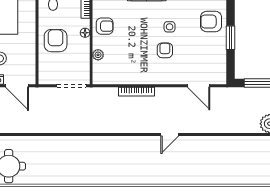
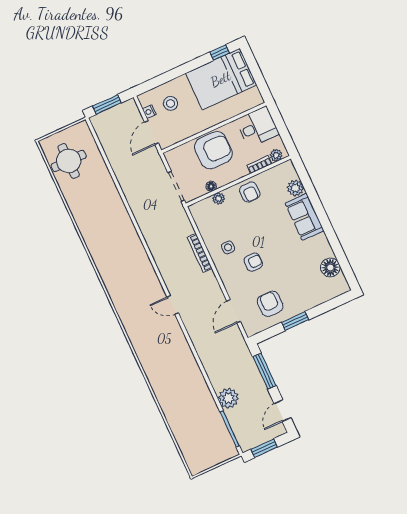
armchair: (211, 21) -> (270, 304), moved
side table: (170, 27) -> (228, 247), moved
floor lamp: (85, 33) -> (211, 186), moved
armchair: (56, 41) -> (213, 150), width x1.36, depth x1.36

